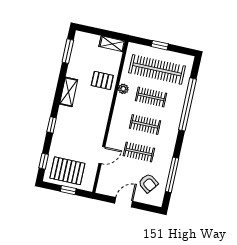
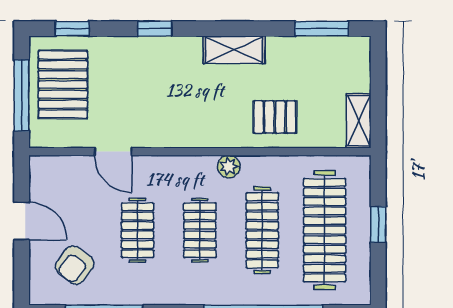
pallet: (102, 80) -> (275, 117), turned 90
plant: (123, 89) -> (229, 167), moved
clothes rail: (151, 97) -> (262, 230), width x1.36
window: (68, 190) -> (22, 96), width x2.17

